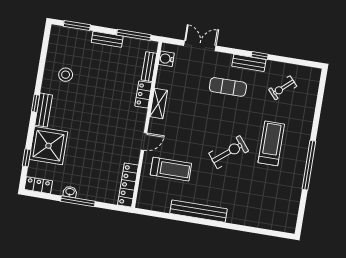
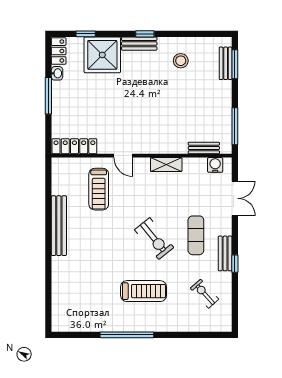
bench: (107, 39) -> (226, 63), moved
locker: (143, 94) -> (173, 147), removed
exercise bike: (229, 152) -> (154, 239), moved
washbasin: (70, 192) -> (57, 73), moved

